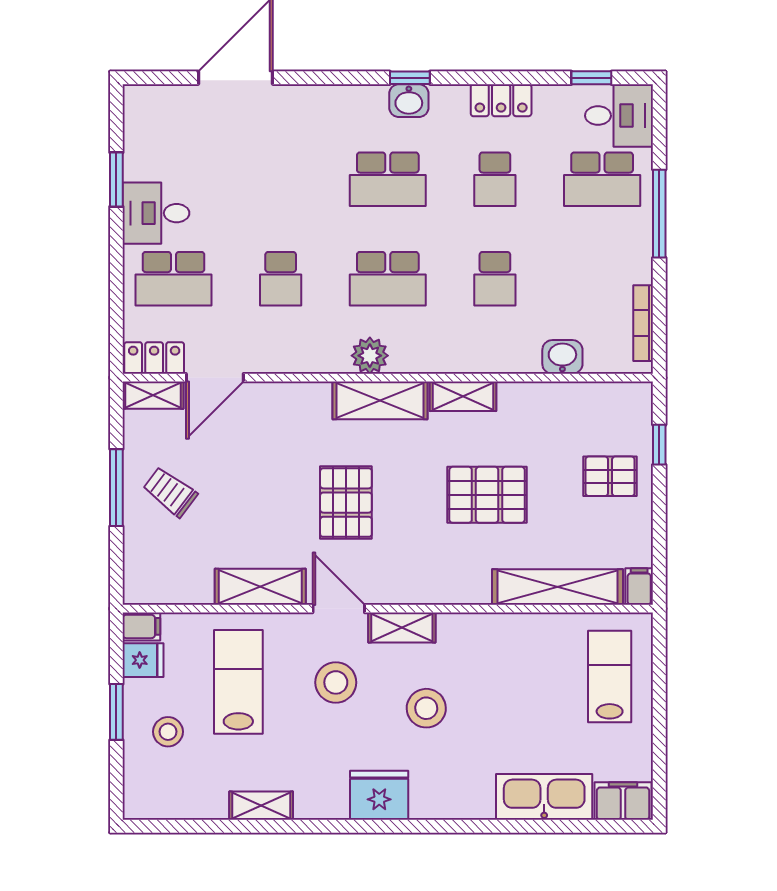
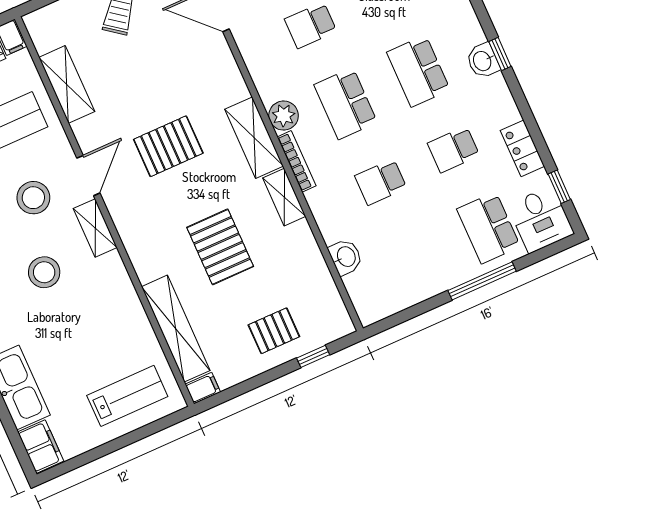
locker: (501, 100) -> (522, 148), moved
bookcase: (643, 323) -> (297, 161), moved, turned 90
pallet: (610, 476) -> (274, 331), turned 90
shelving: (260, 587) -> (67, 84), moved

